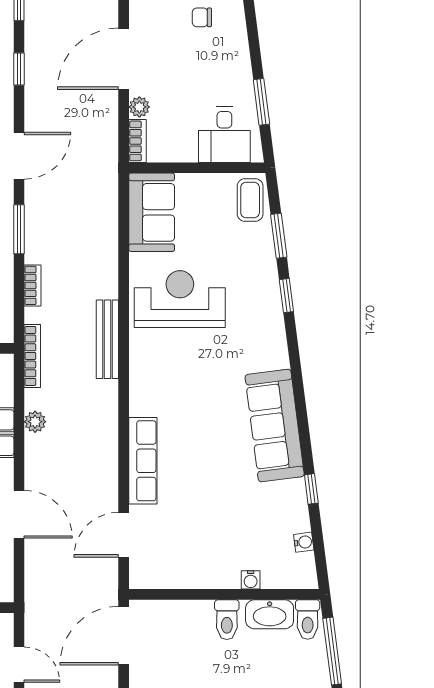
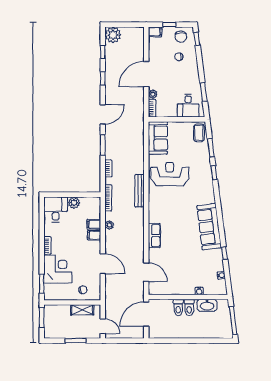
row of seats: (143, 461) -> (154, 236), width x0.68
door: (124, 535) -> (146, 272), swing flipped
toilet: (308, 620) -> (178, 307), moved

